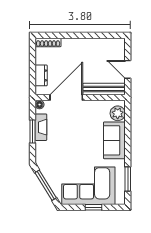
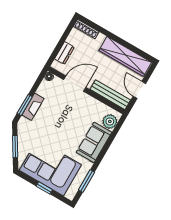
wardrobe: (97, 47) -> (125, 56), added
door: (66, 98) -> (75, 84), width x0.73
fireplace: (41, 127) -> (33, 107), moved
window: (33, 132) -> (25, 105), moved
window: (46, 185) -> (15, 146), width x0.69

